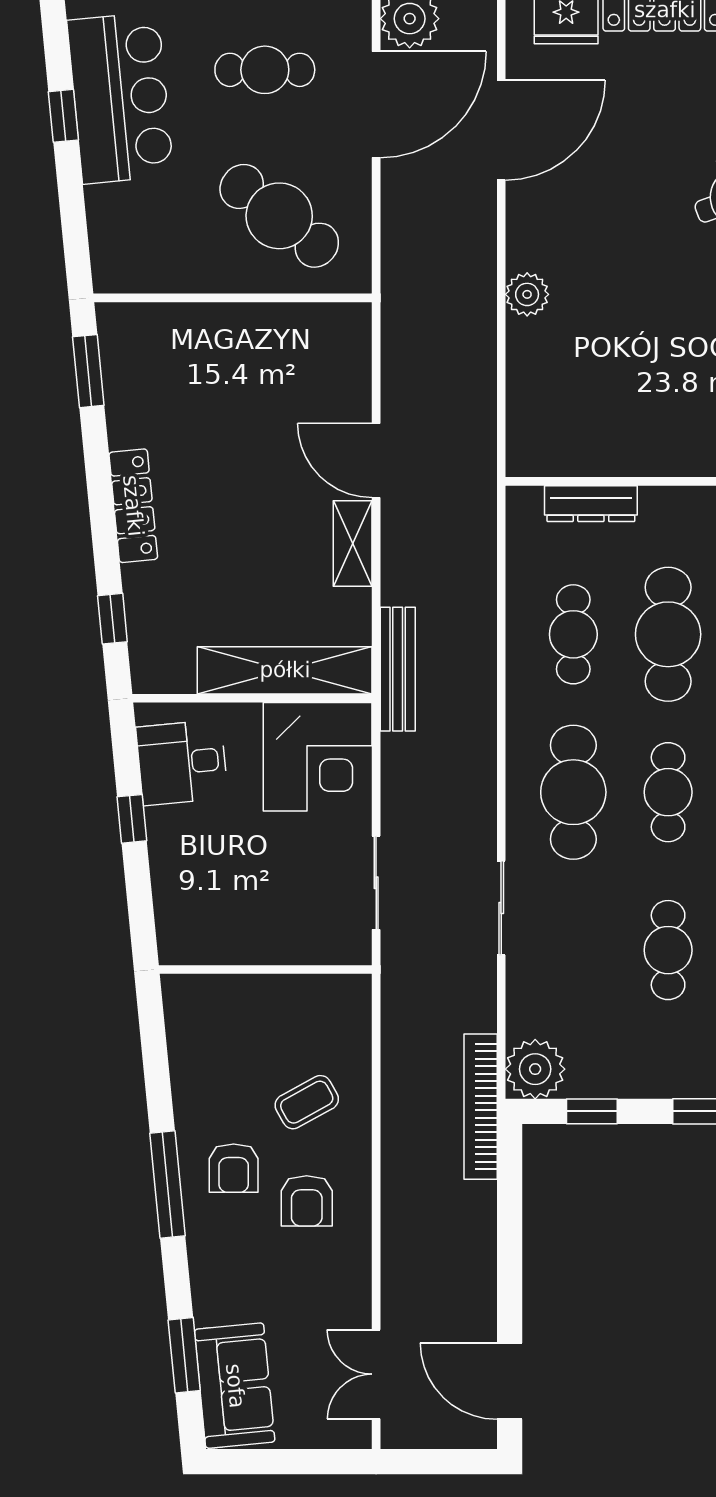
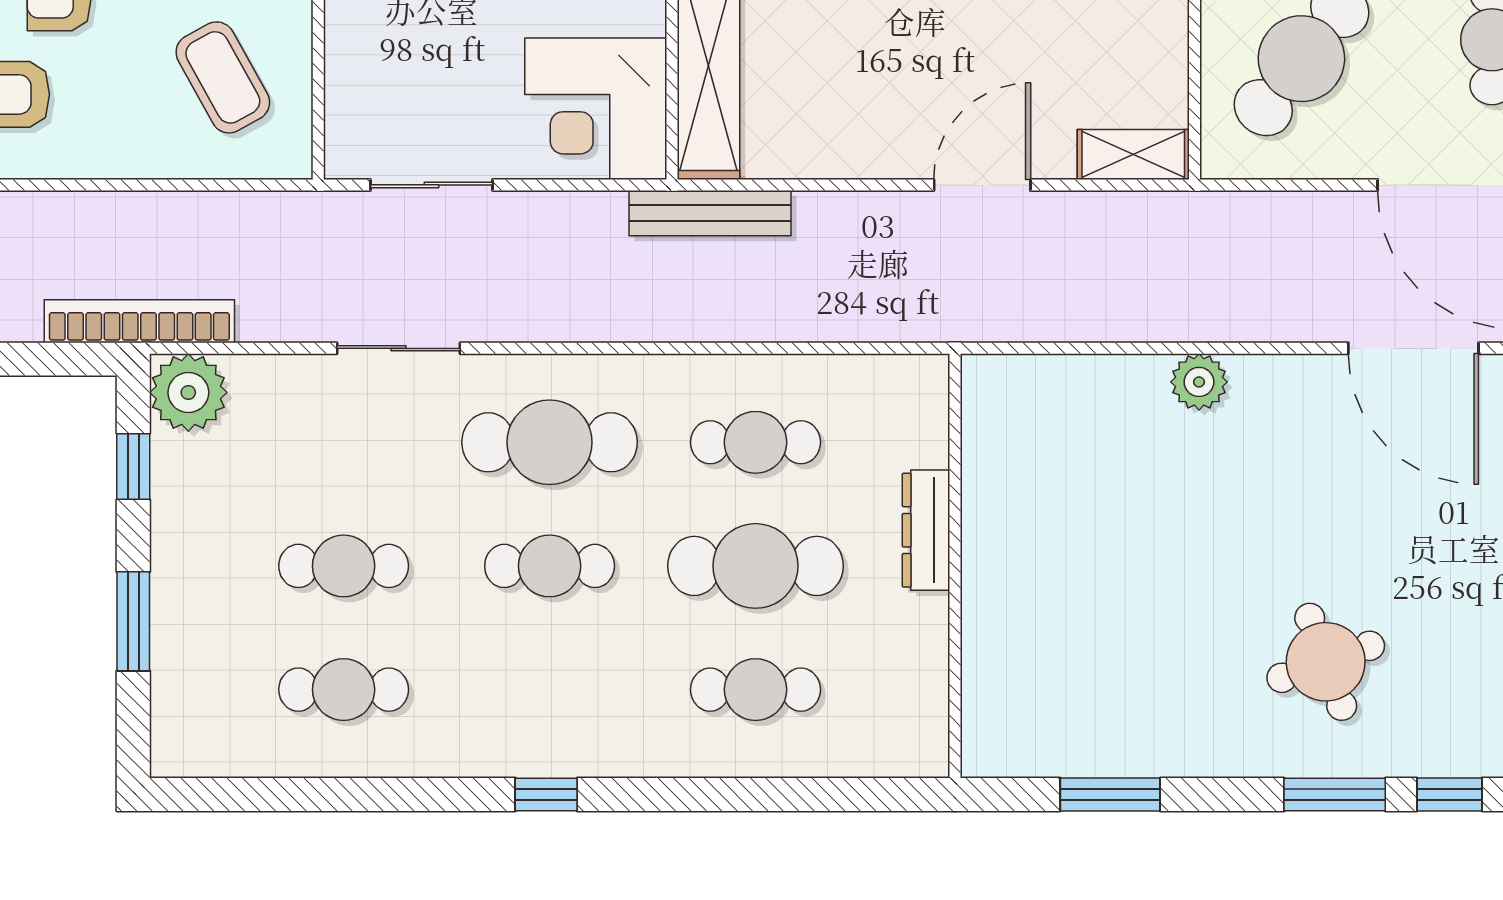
dresser: (591, 504) -> (926, 530), moved
shelving: (353, 543) -> (1133, 154), moved
coffee table: (307, 1102) -> (223, 77), moved, width x1.36, depth x1.30

